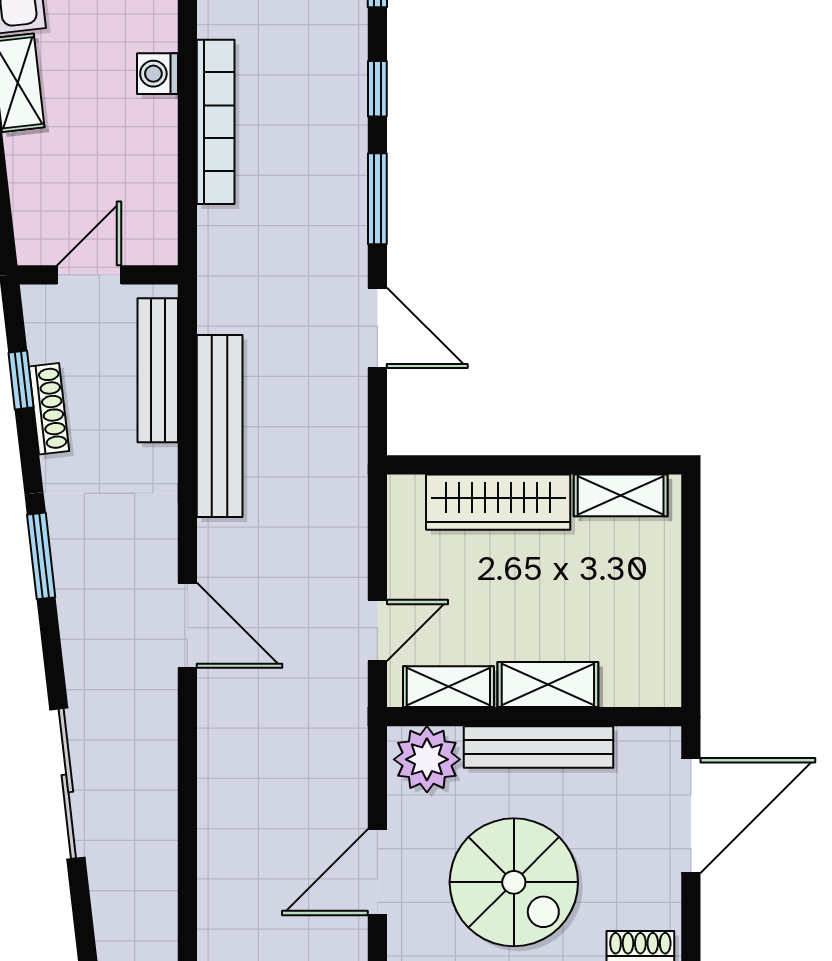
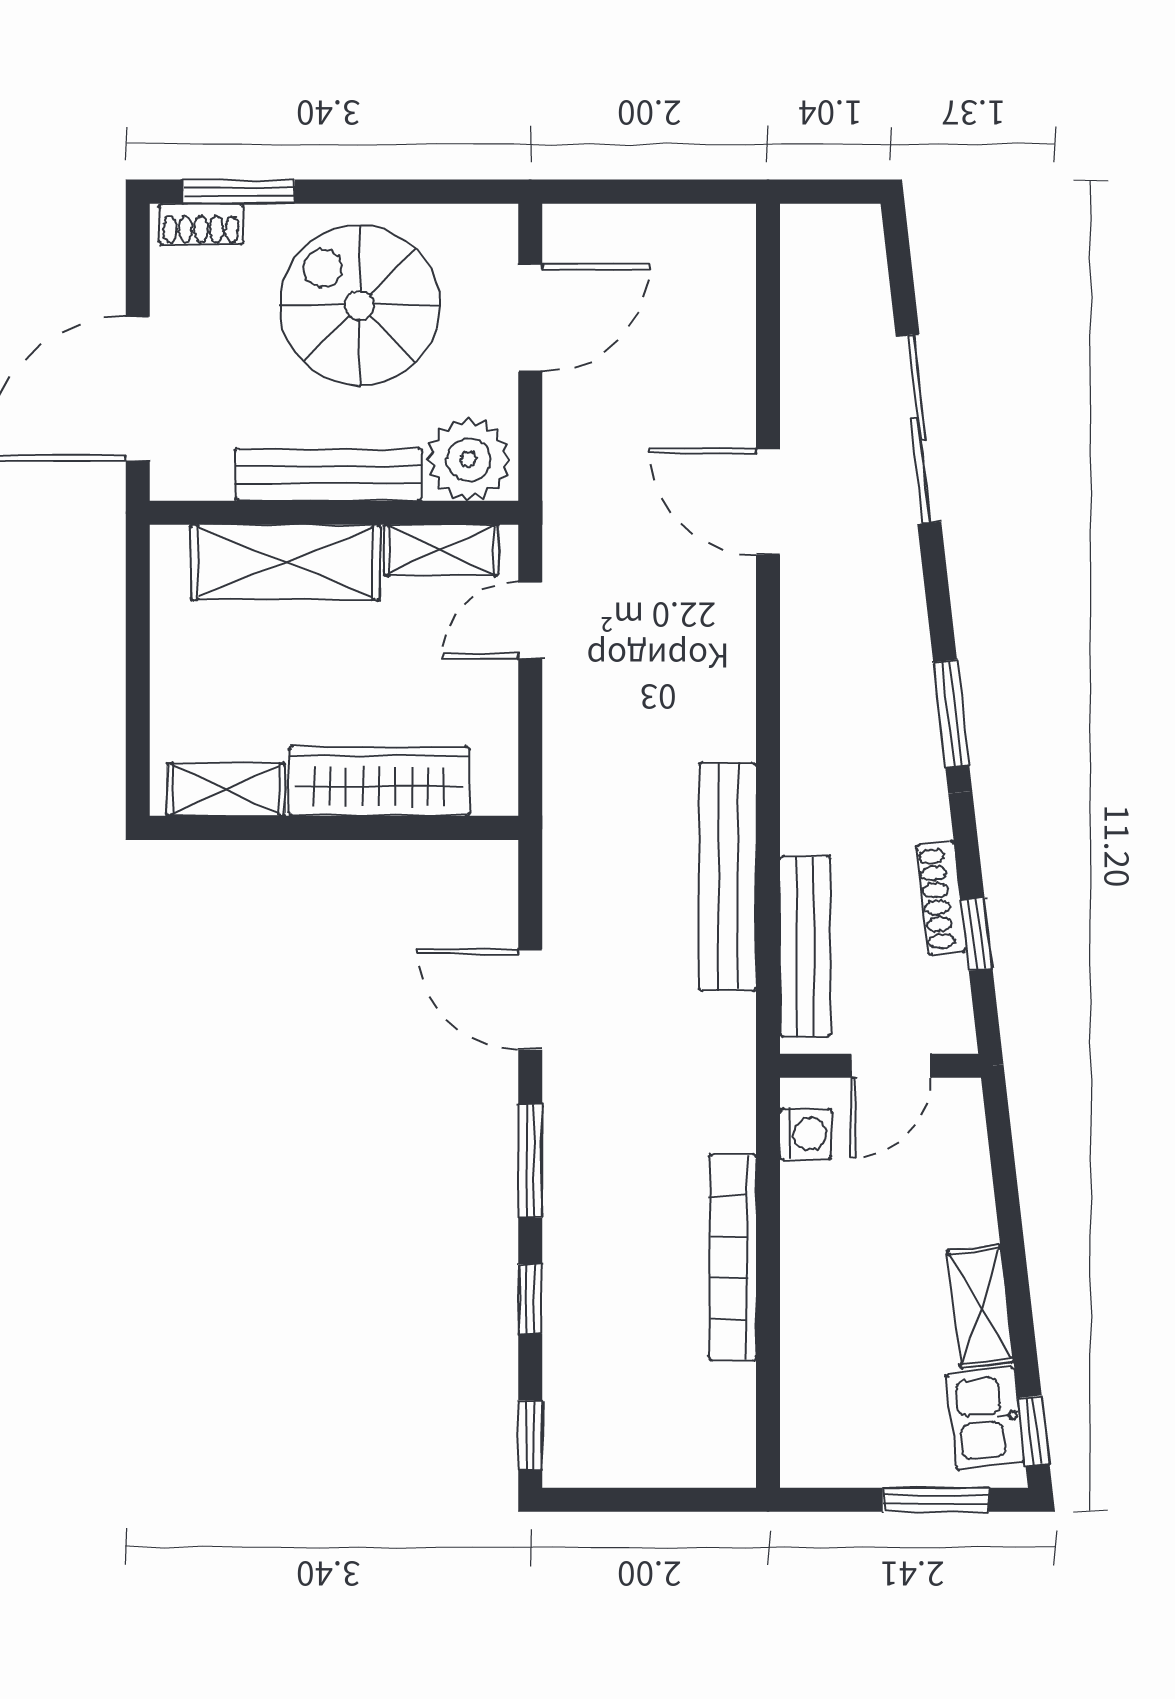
washing machine: (158, 74) -> (806, 1134), moved
door: (187, 625) -> (768, 502), moved
shelving: (548, 684) -> (285, 562), width x1.50, depth x1.33

